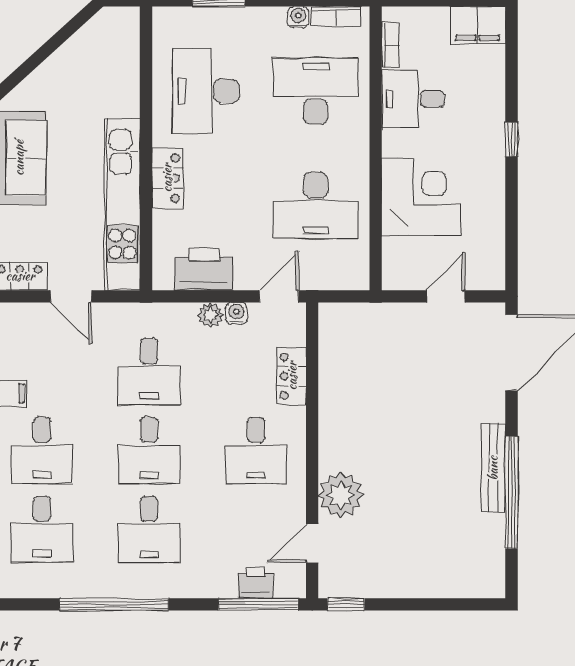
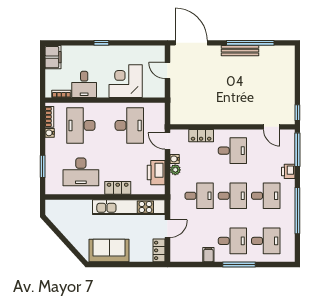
plant: (341, 495) -> (251, 115), removed
printer: (256, 583) -> (288, 171), moved

